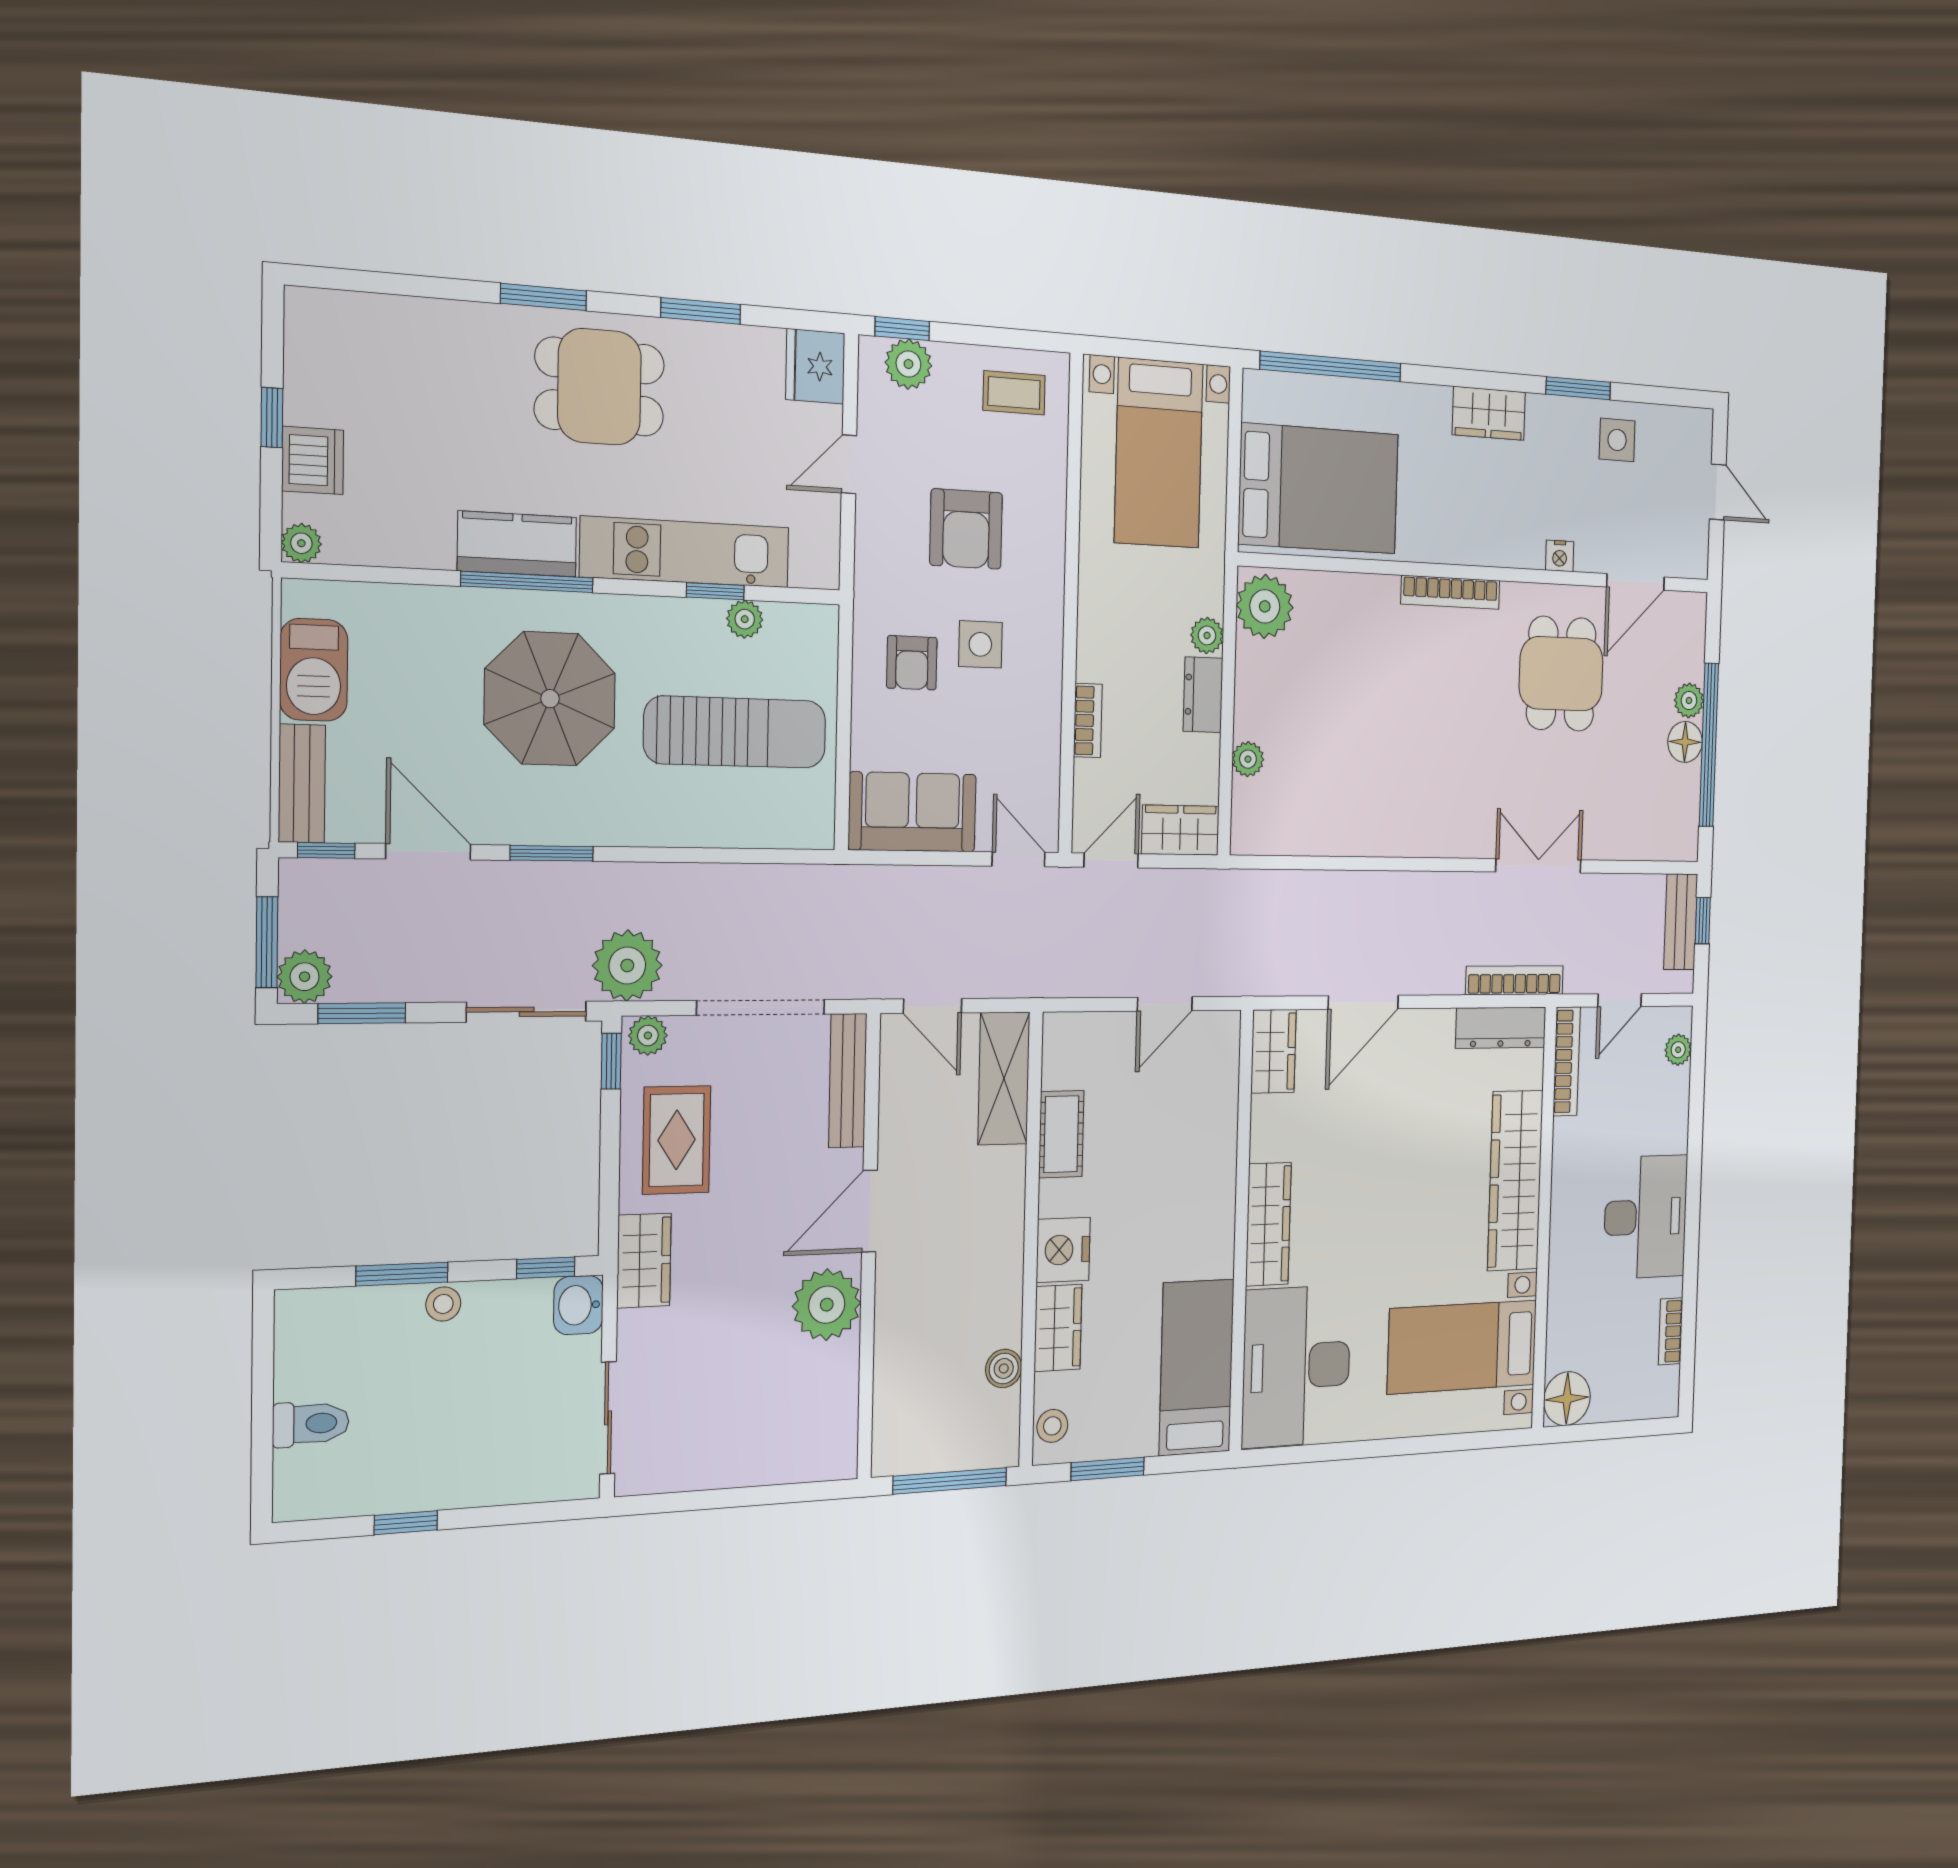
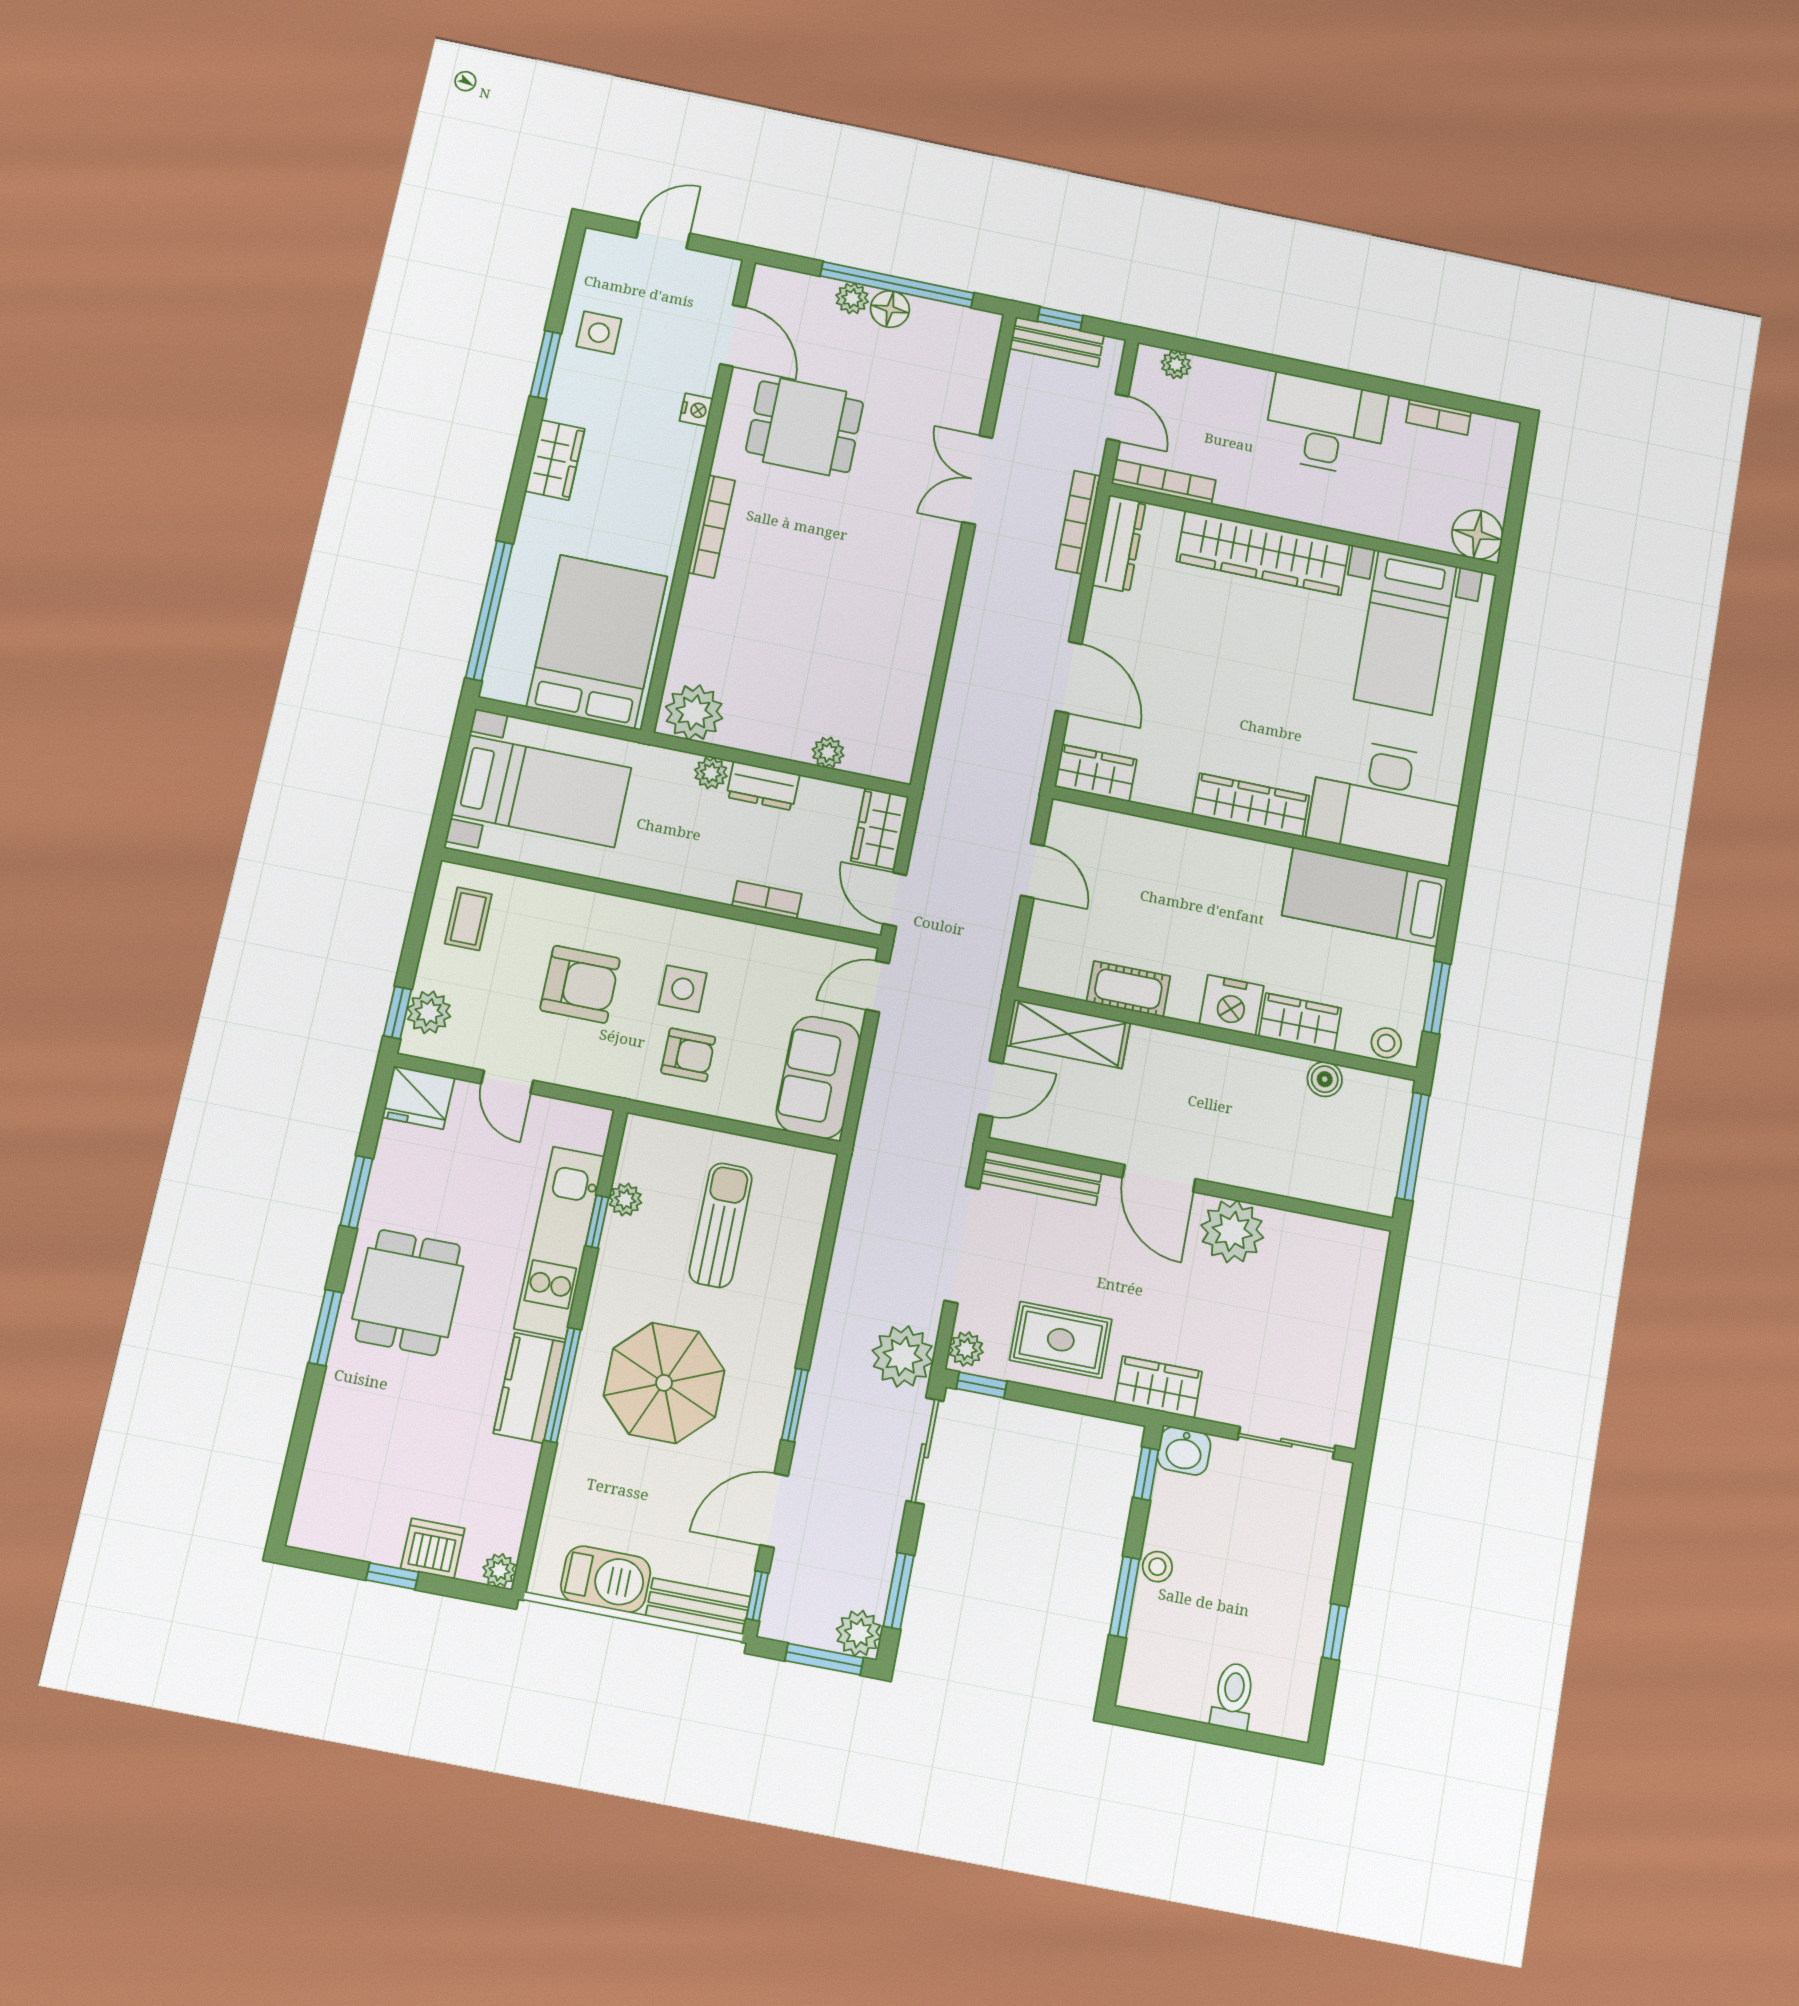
sun lounger: (735, 732) -> (721, 1225), width x0.73, depth x0.75

